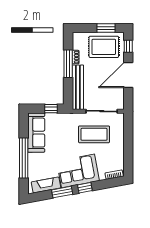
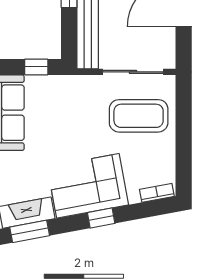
coffee table: (94, 134) -> (139, 116), moved
window: (62, 192) -> (30, 231), moved

